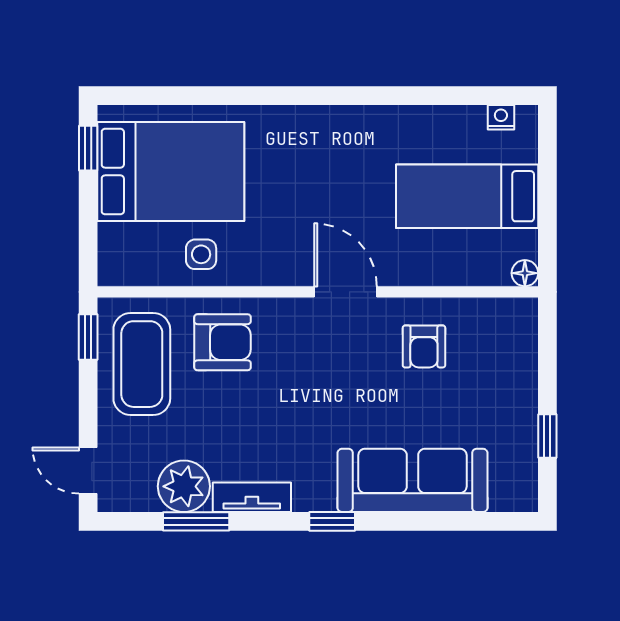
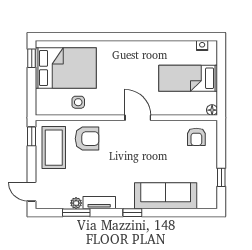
armchair: (424, 346) -> (196, 137), moved
plant: (184, 486) -> (76, 203), width x0.53, depth x0.53

